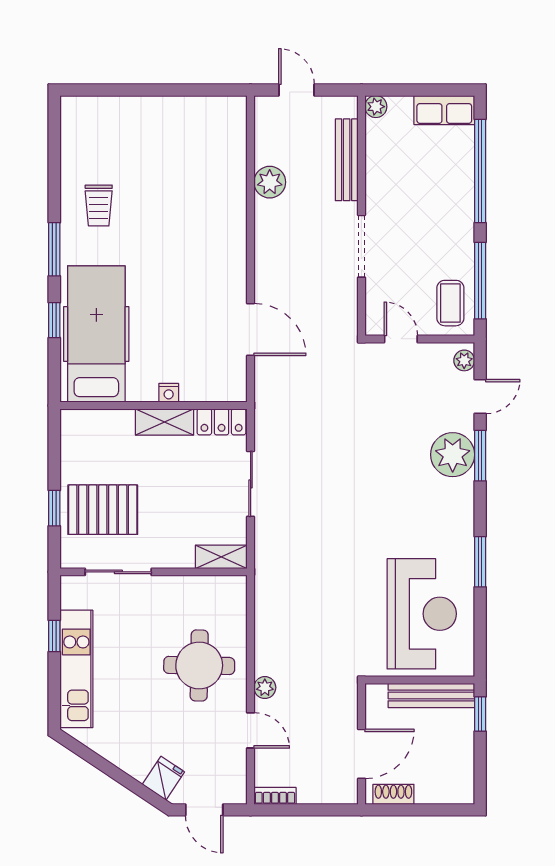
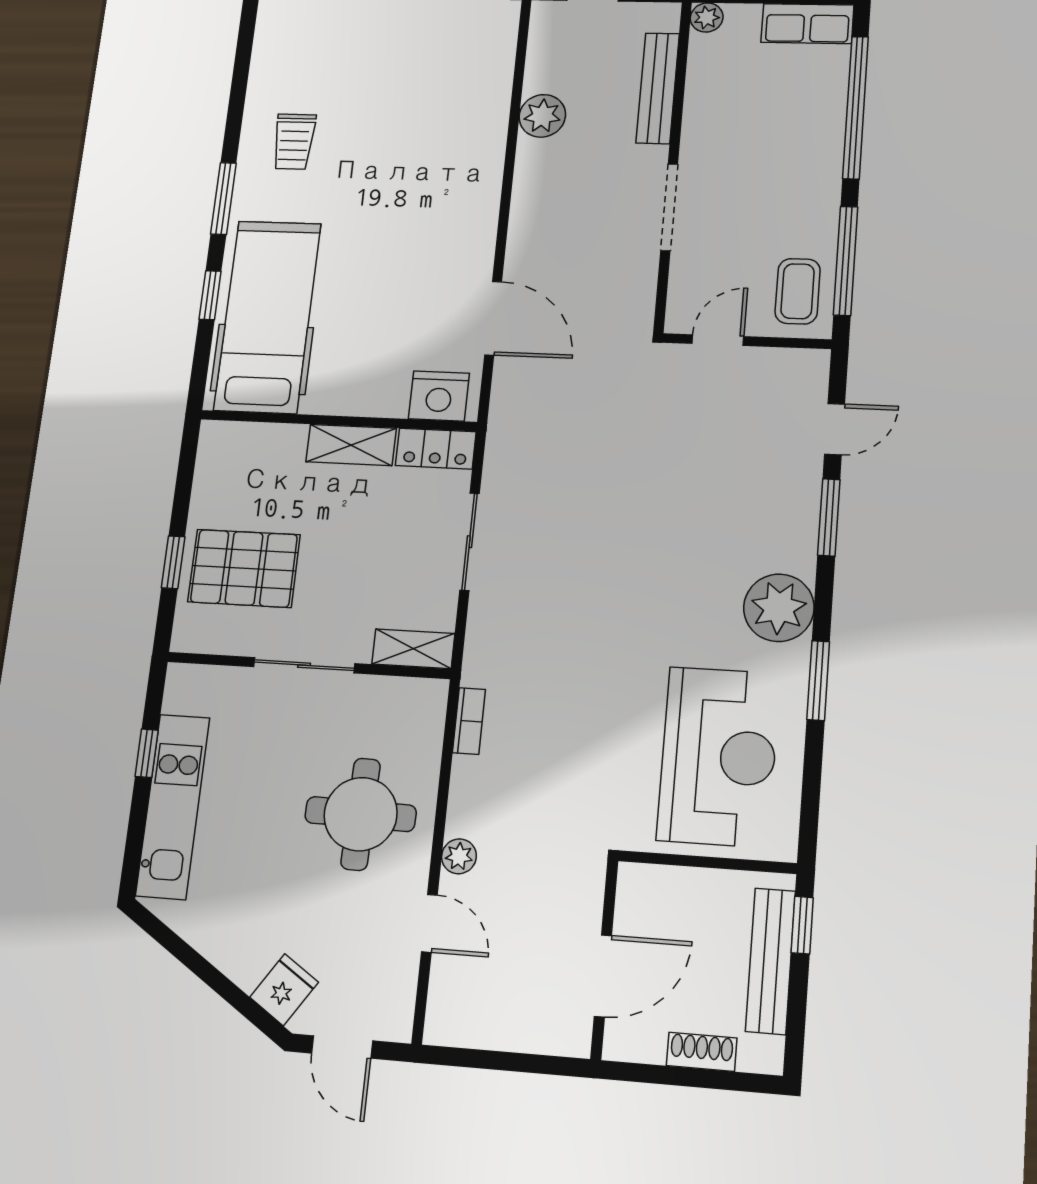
door: (401, 339) -> (718, 340), hinge flipped
plant: (464, 360) -> (813, 375), removed
nightstand: (169, 393) -> (439, 396), moved, width x1.89, depth x1.79
plant: (453, 455) -> (779, 608), moved
sliding door: (118, 572) -> (304, 665), moved
bench: (431, 695) -> (770, 961), moved, turned 90
shoe rack: (393, 794) -> (702, 1052), moved
bookcase: (275, 796) -> (469, 721), moved, turned 90

